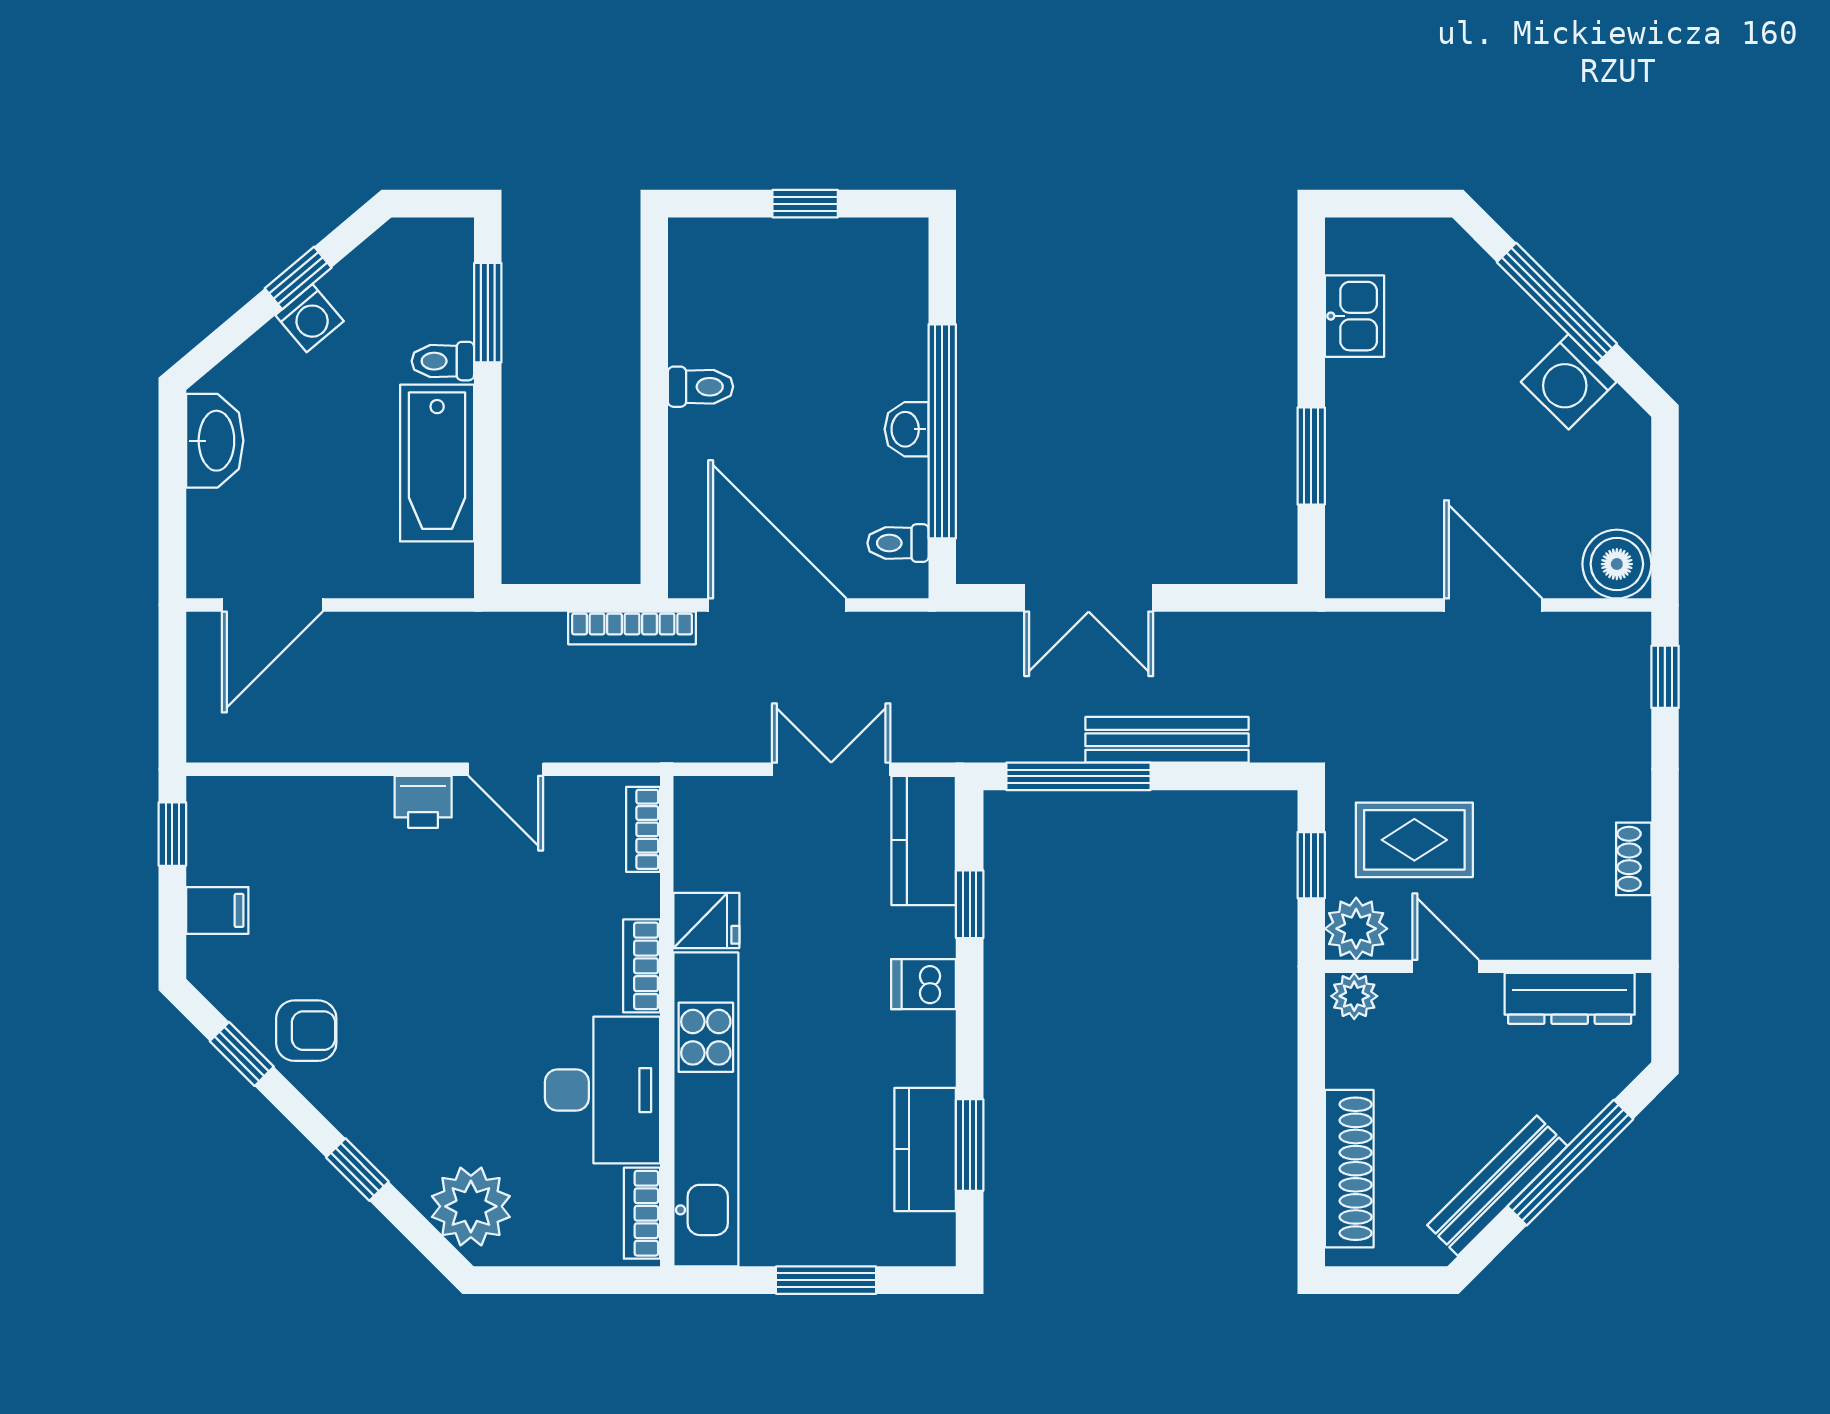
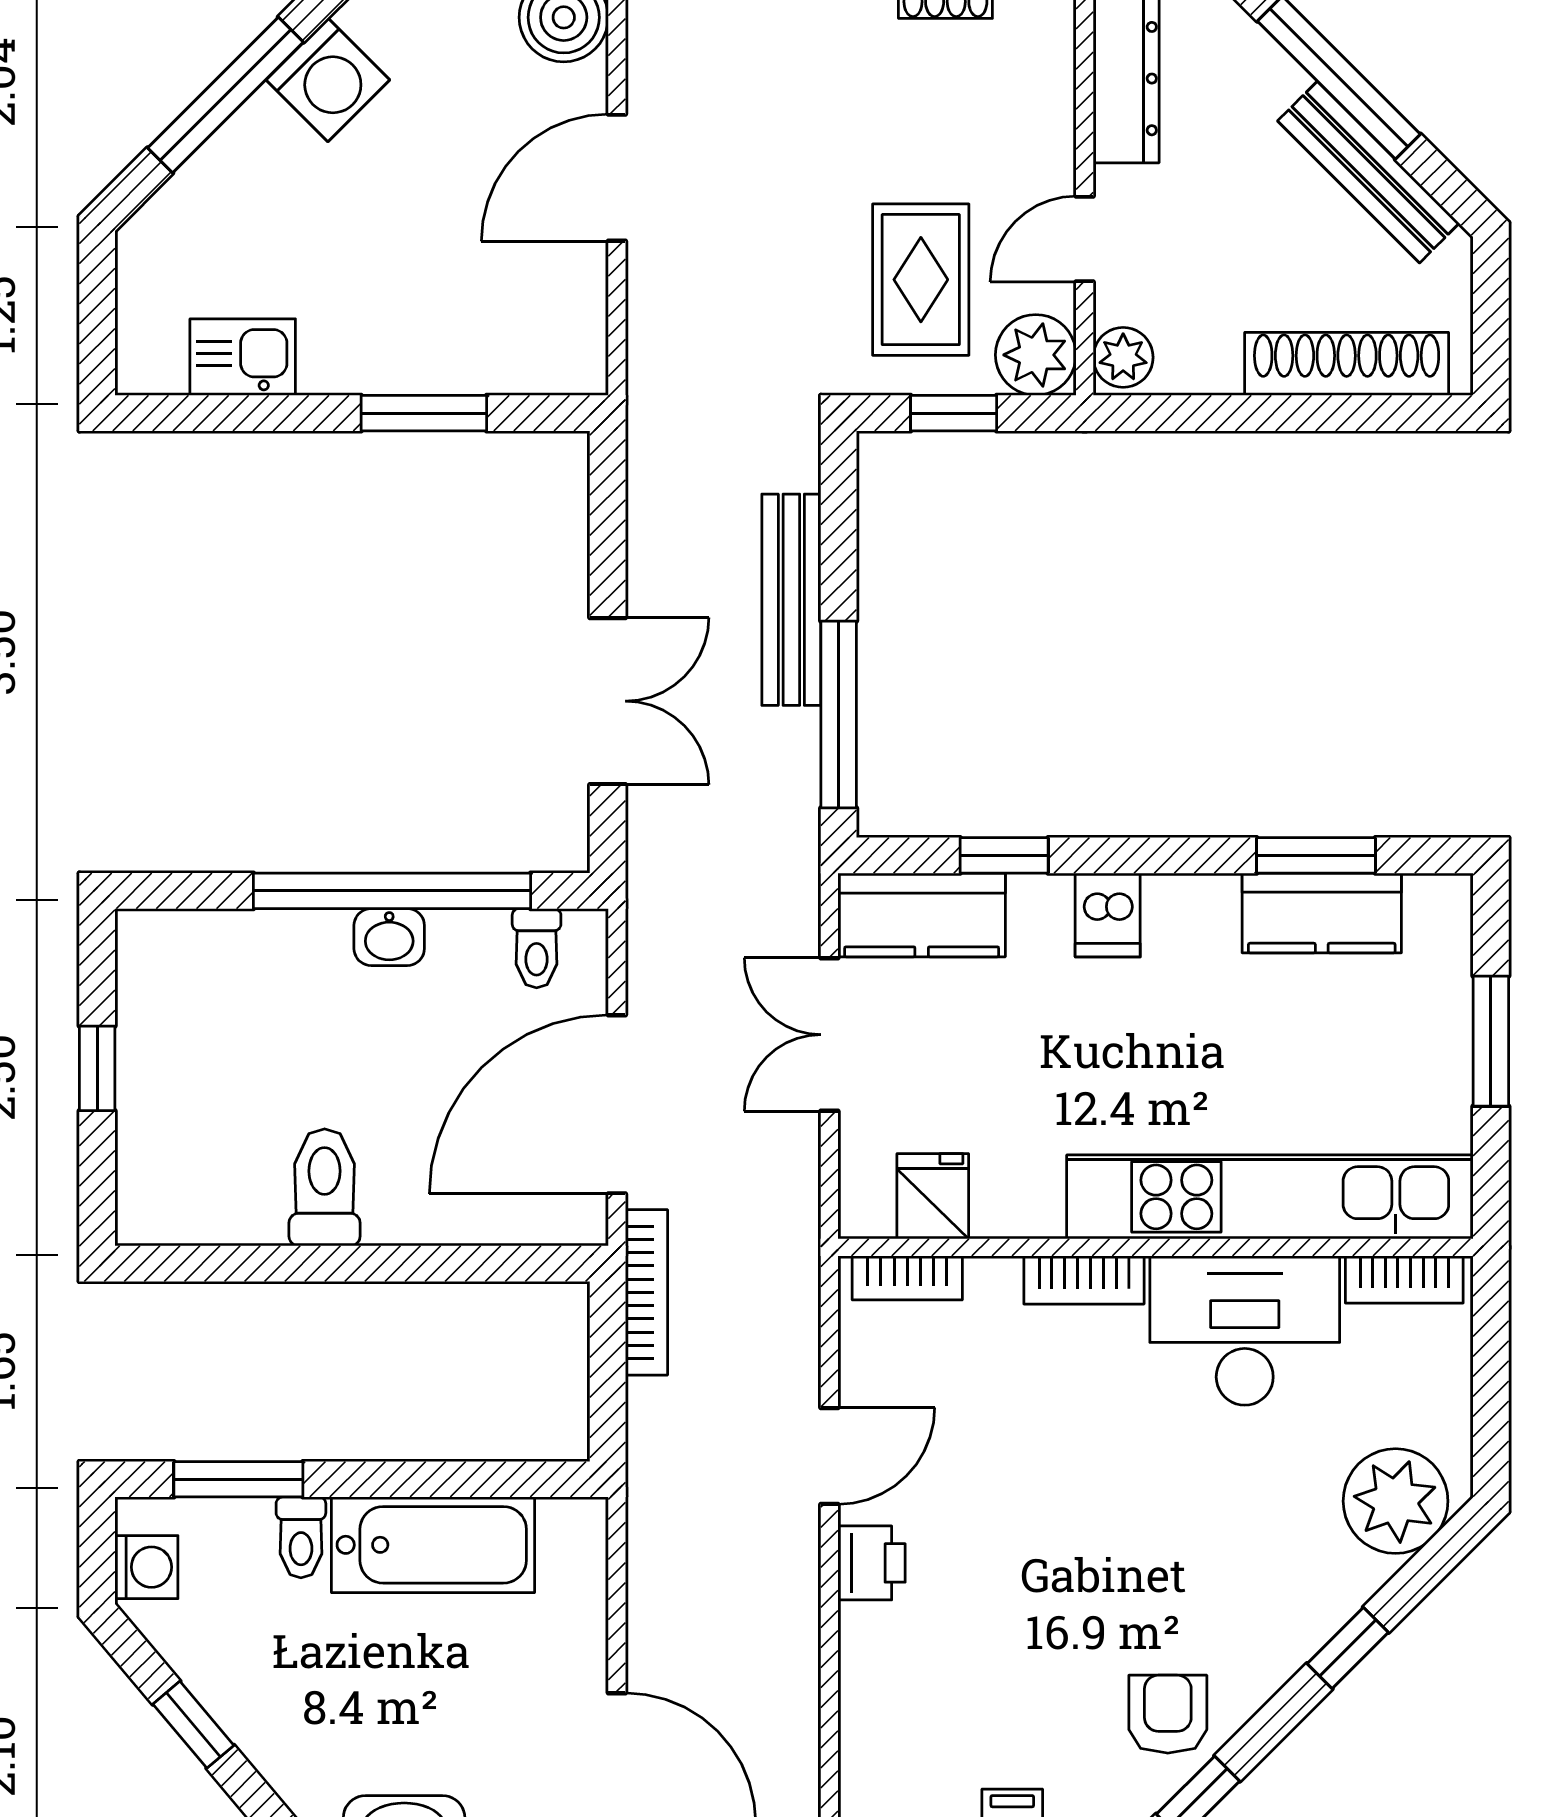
washing machine: (310, 318) -> (146, 1567), moved, turned 40
toilet: (701, 387) -> (325, 1187), width x1.37, depth x1.39
fridge: (706, 920) -> (933, 1196), moved

